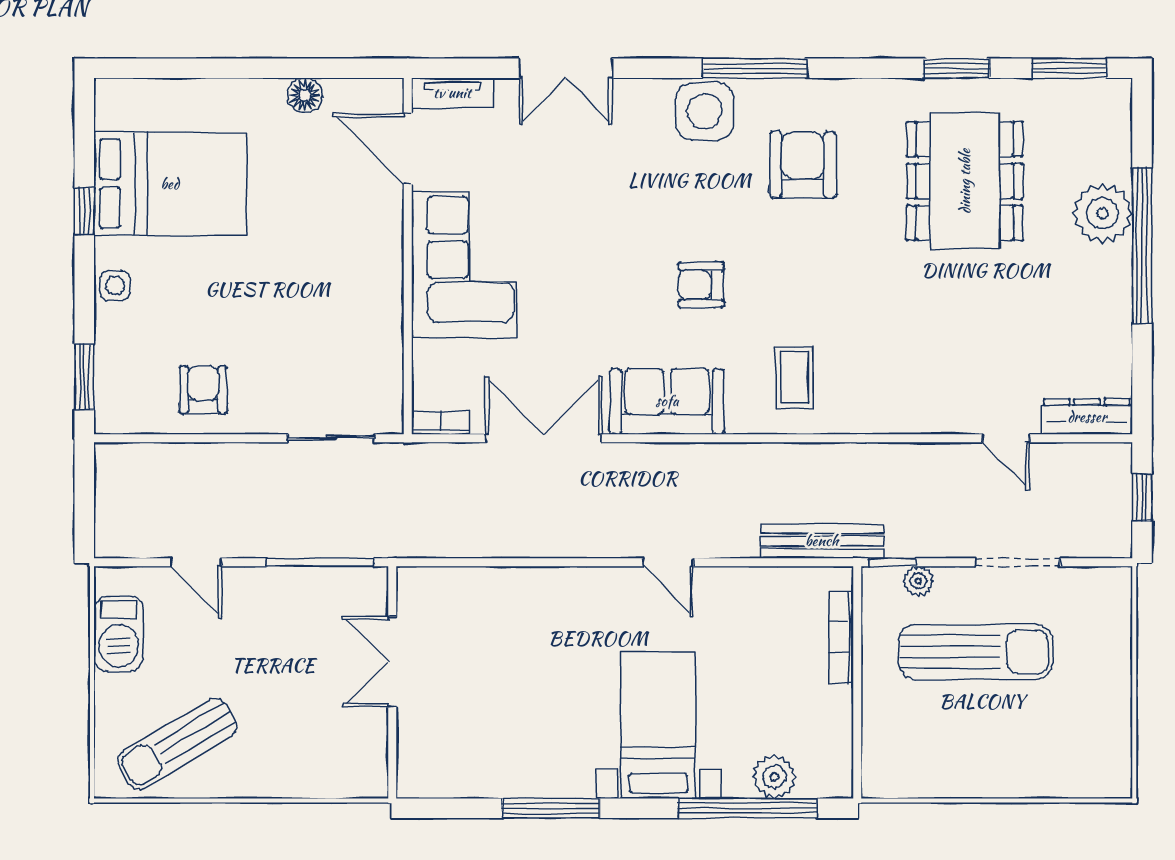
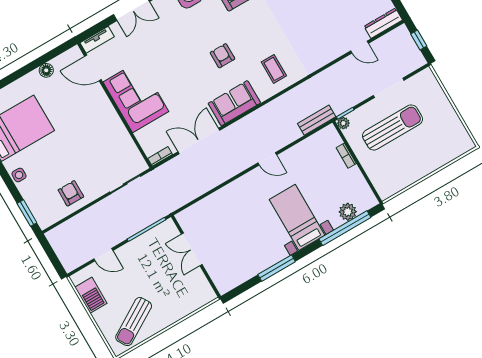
armchair: (701, 285) -> (222, 56), turned 90
bench: (822, 541) -> (317, 120), width x0.73
plant: (918, 581) -> (343, 123), moved
bookcase: (841, 638) -> (346, 156), width x0.64

